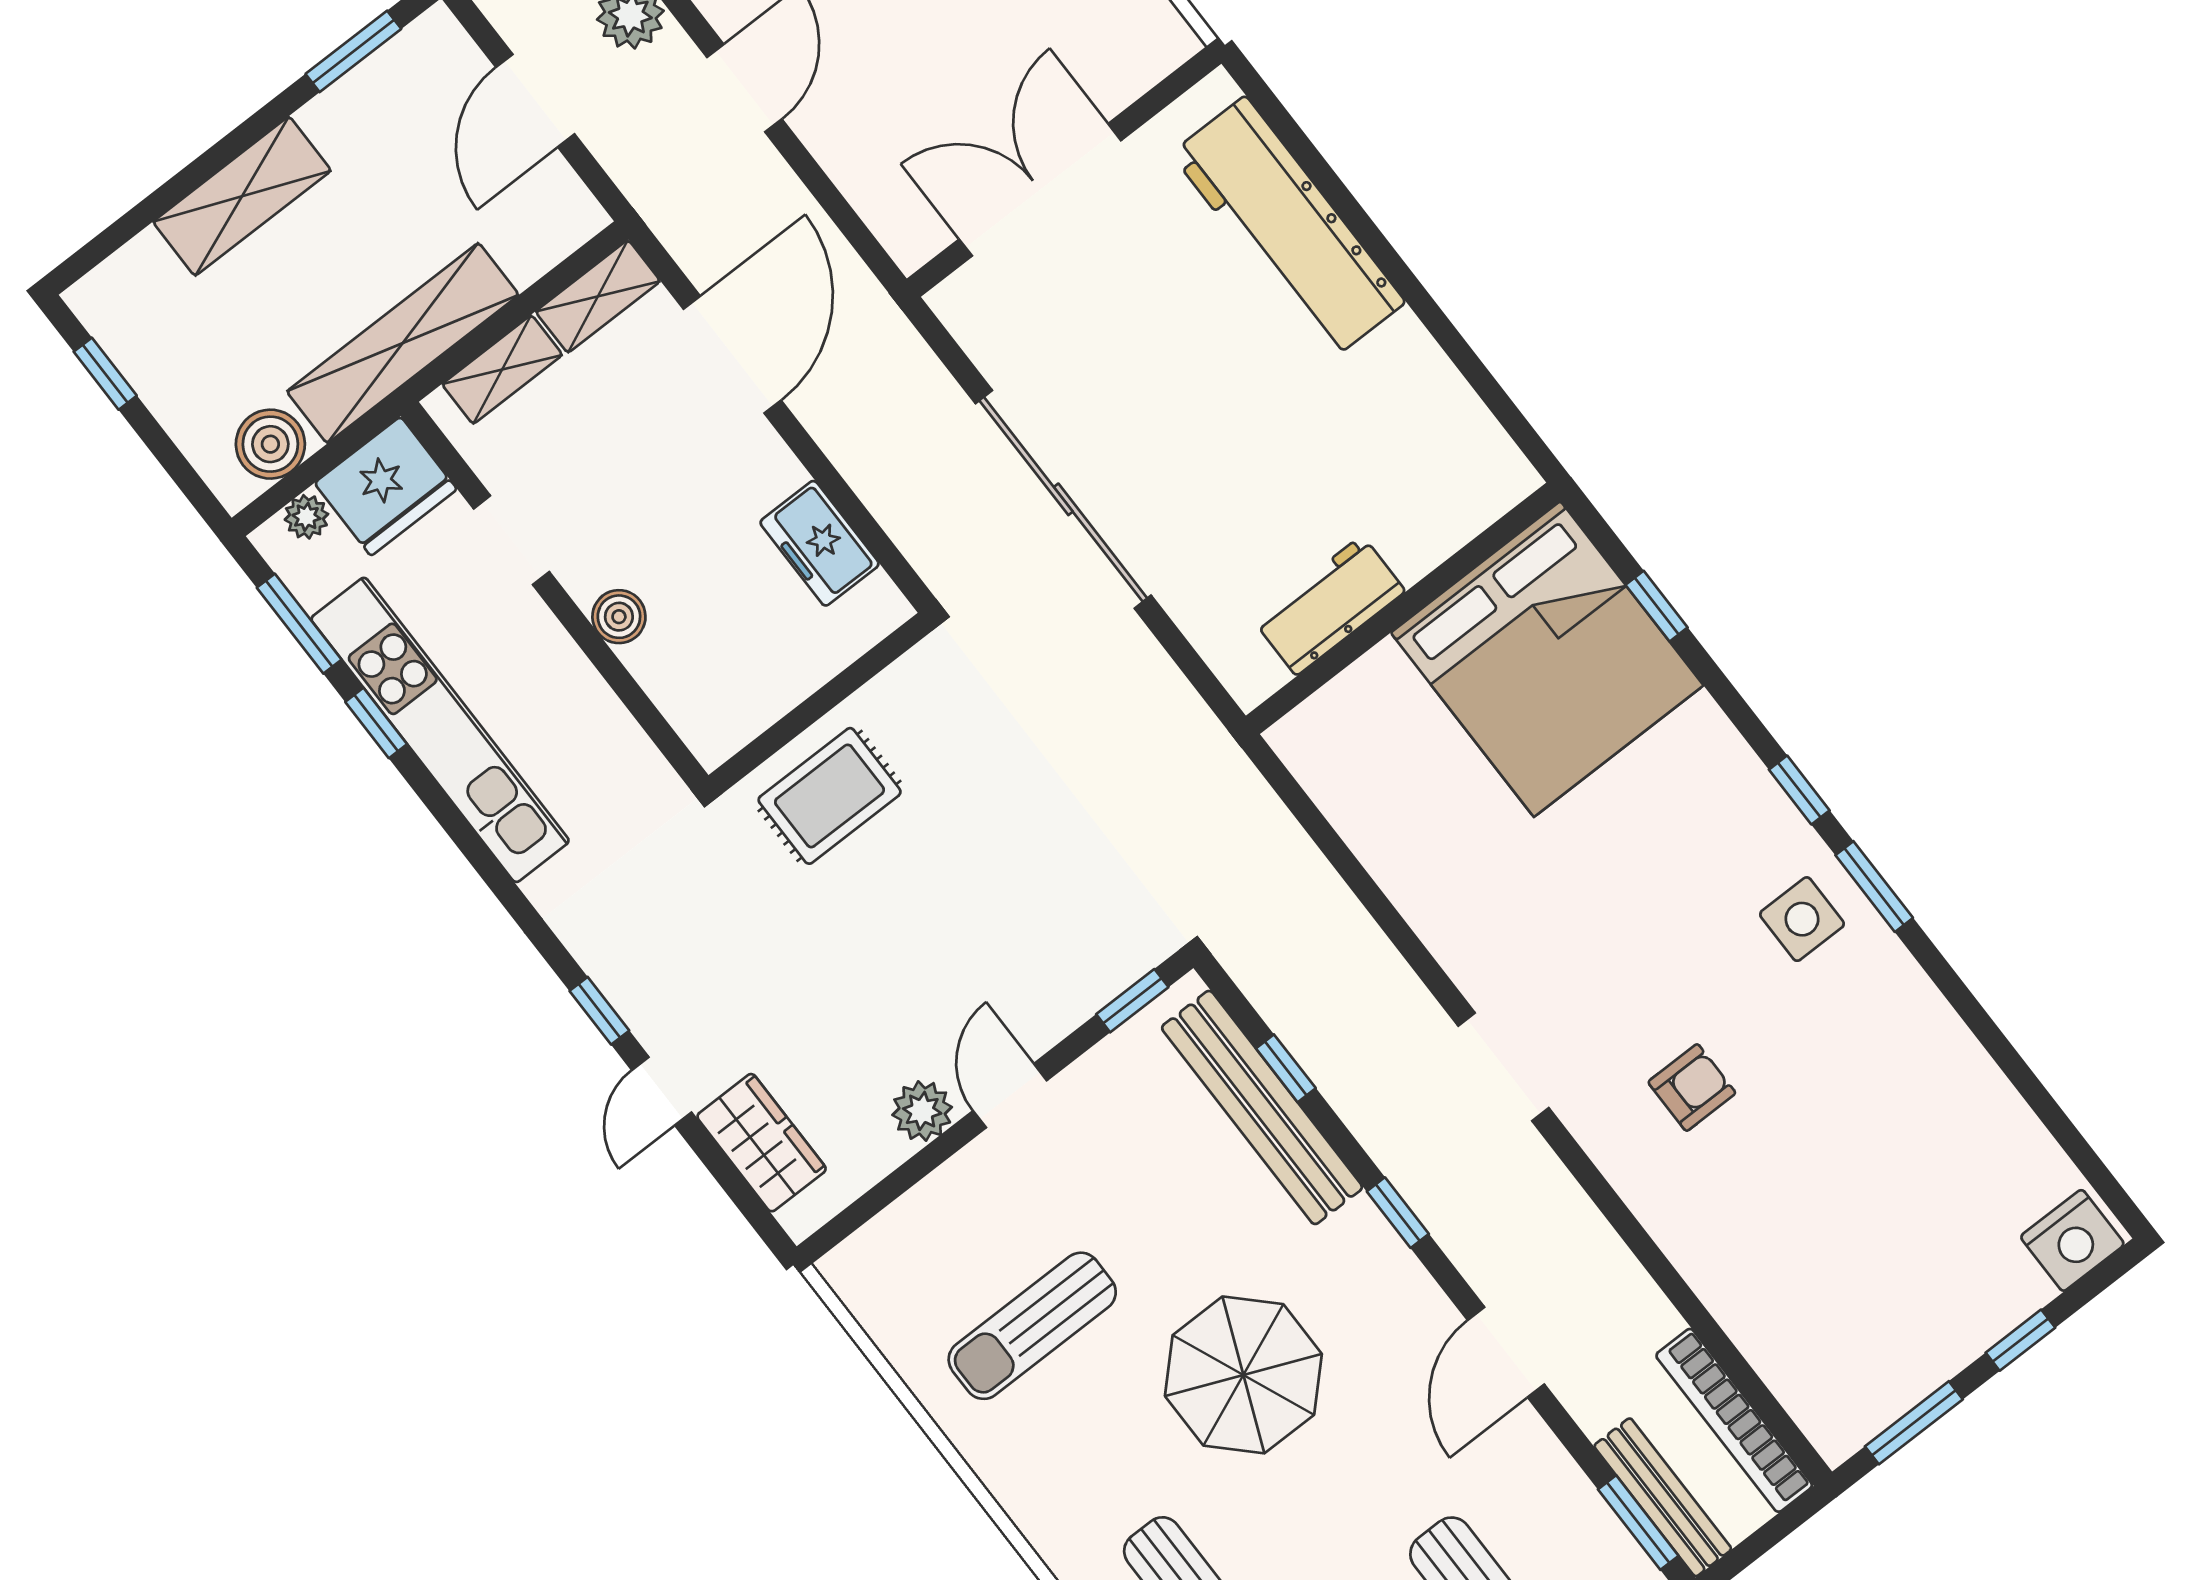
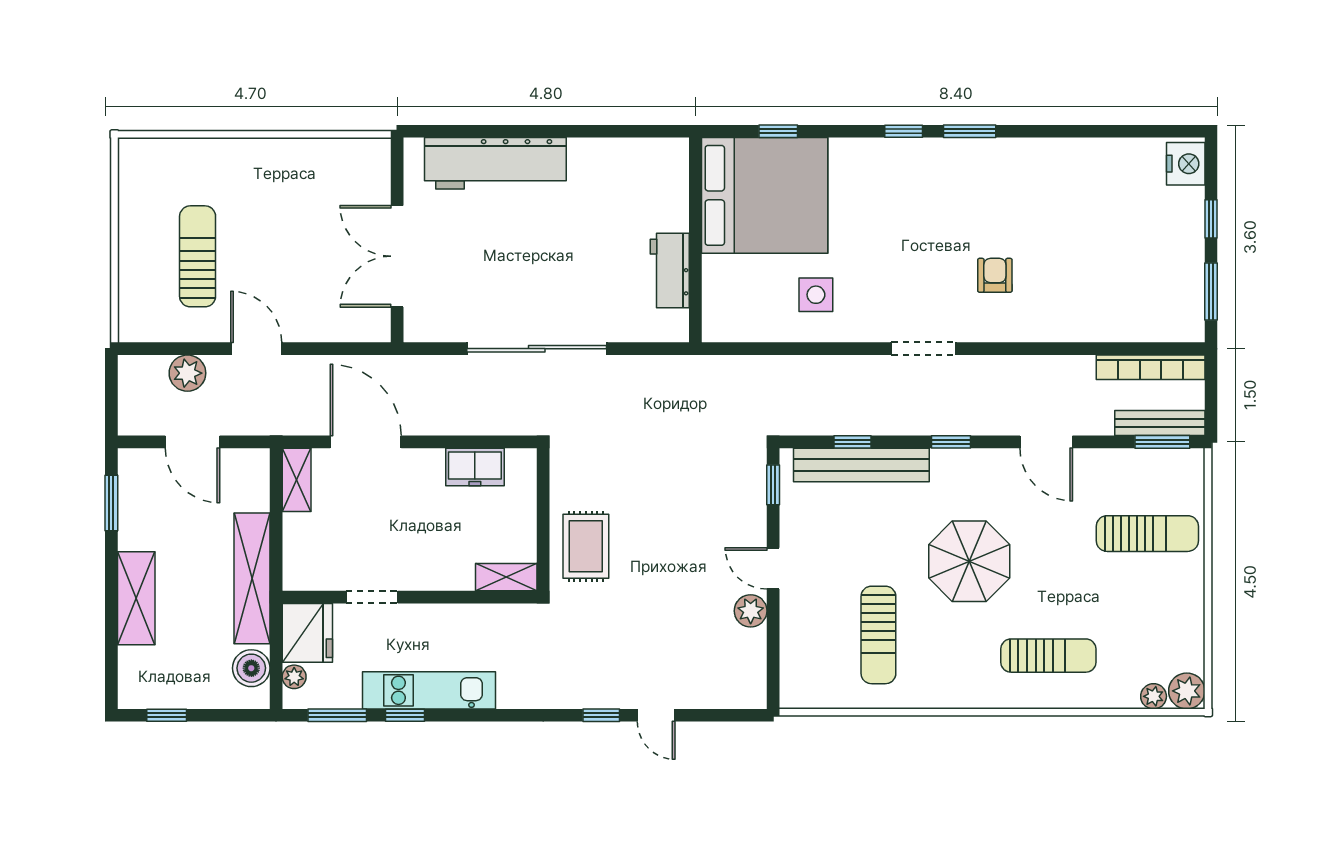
shelving: (502, 370) -> (506, 577), moved, turned 90
boiler: (619, 617) -> (440, 577), removed
kitchen unit: (440, 730) -> (429, 690), width x0.73
side table: (1802, 919) -> (816, 295), moved
wardrobe: (762, 1143) -> (711, 690), removed

